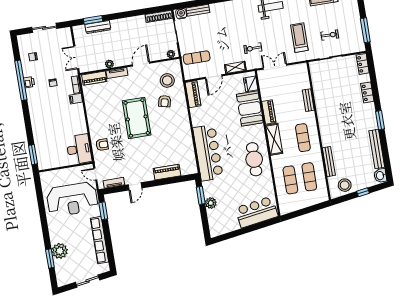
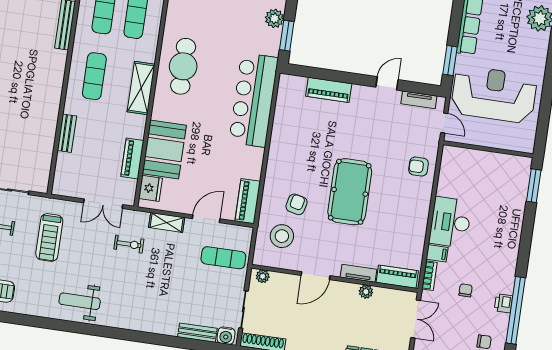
piano: (269, 112) -> (132, 158), moved
desk: (79, 149) -> (450, 222), moved

